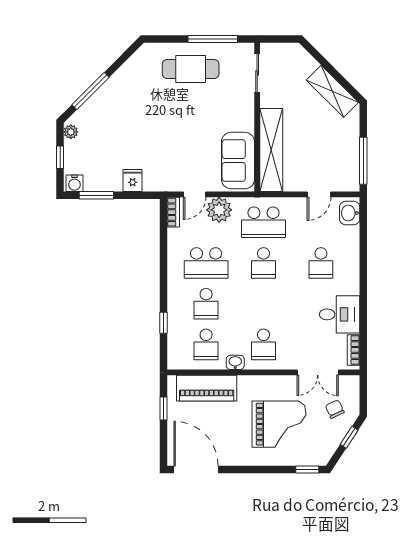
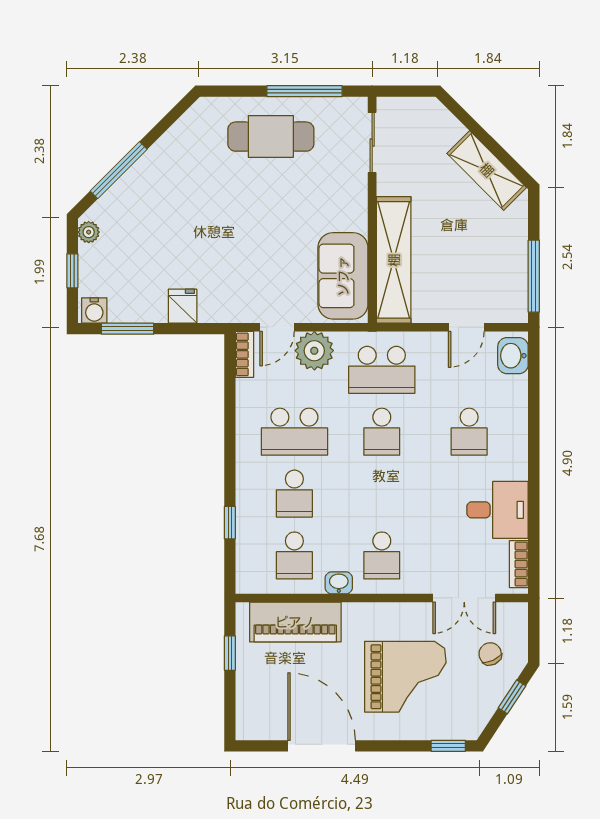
door: (196, 469) -> (322, 746), moved

